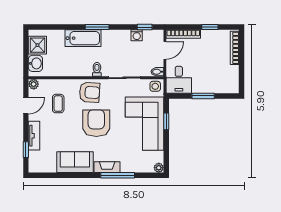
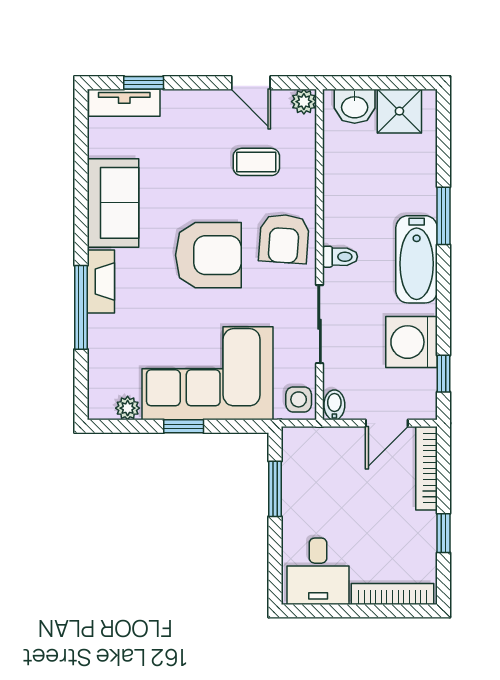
window: (97, 27) -> (444, 216), moved
washing machine: (137, 35) -> (412, 342), width x1.89, depth x1.89
bathtub: (83, 38) -> (417, 259), moved
door: (165, 50) -> (387, 423), hinge flipped
desk: (179, 80) -> (318, 571), moved, turned -90
window: (203, 96) -> (275, 489), moved
window: (166, 121) -> (184, 426), moved
tv unit: (34, 136) -> (124, 103), moved
plant: (159, 168) -> (128, 408), moved

